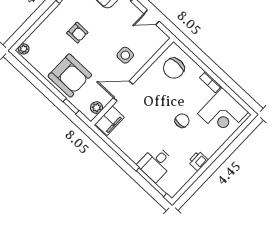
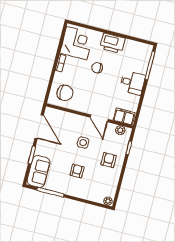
door: (152, 17) -> (39, 127), width x1.87
side table: (125, 55) -> (83, 143), moved
armchair: (70, 75) -> (109, 160), width x0.53, depth x0.53
printer: (198, 161) -> (112, 43), width x1.87, depth x1.48
desk: (156, 164) -> (132, 83), moved

